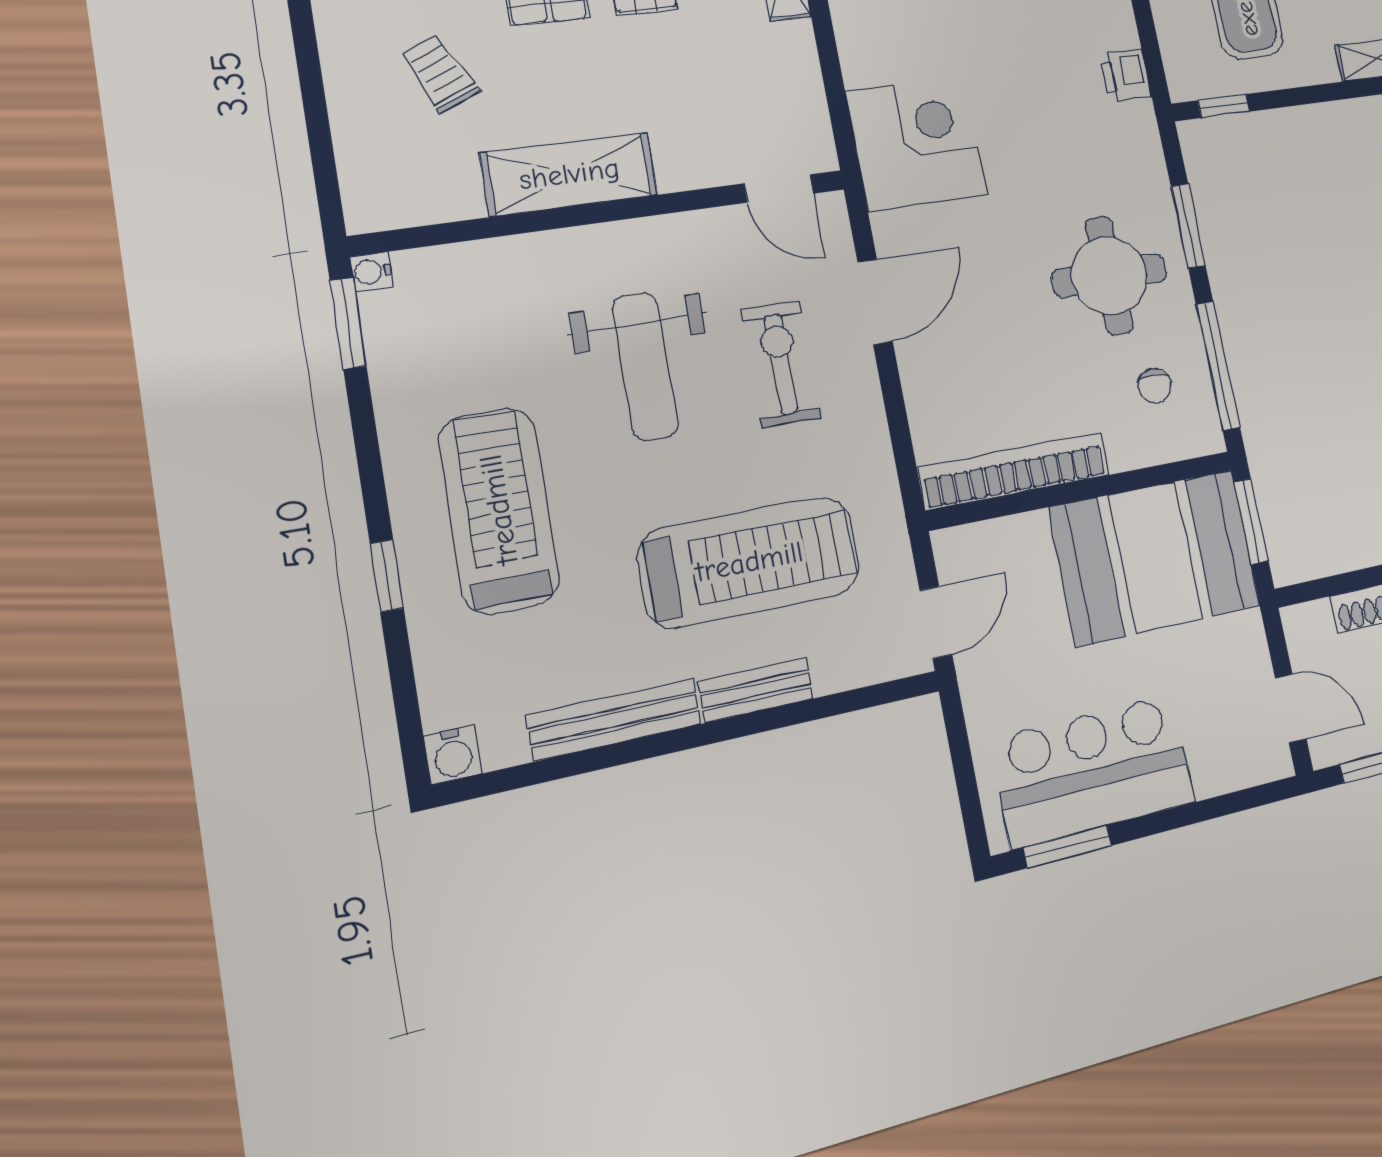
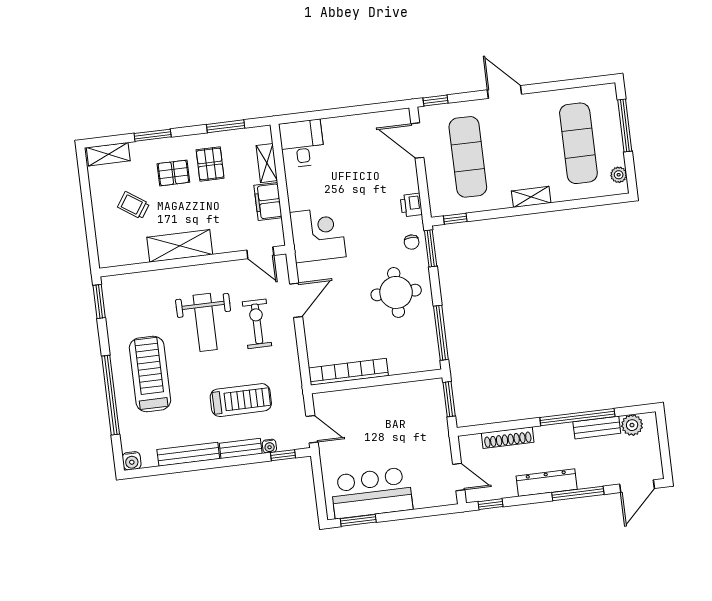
filing cabinet: (791, 65) -> (268, 202), added
trolley: (440, 73) -> (133, 205), turned -31
window: (1188, 226) -> (431, 248), moved
water cooler: (371, 272) -> (269, 446), moved, turned -90
chair: (1155, 386) -> (412, 242), moved
booth: (1155, 557) -> (405, 411), removed
treadmill: (749, 562) -> (241, 400), width x0.73, depth x0.73
window: (387, 576) -> (111, 395), width x3.17
door: (936, 622) -> (312, 429), hinge flipped
window: (867, 697) -> (283, 455), added

